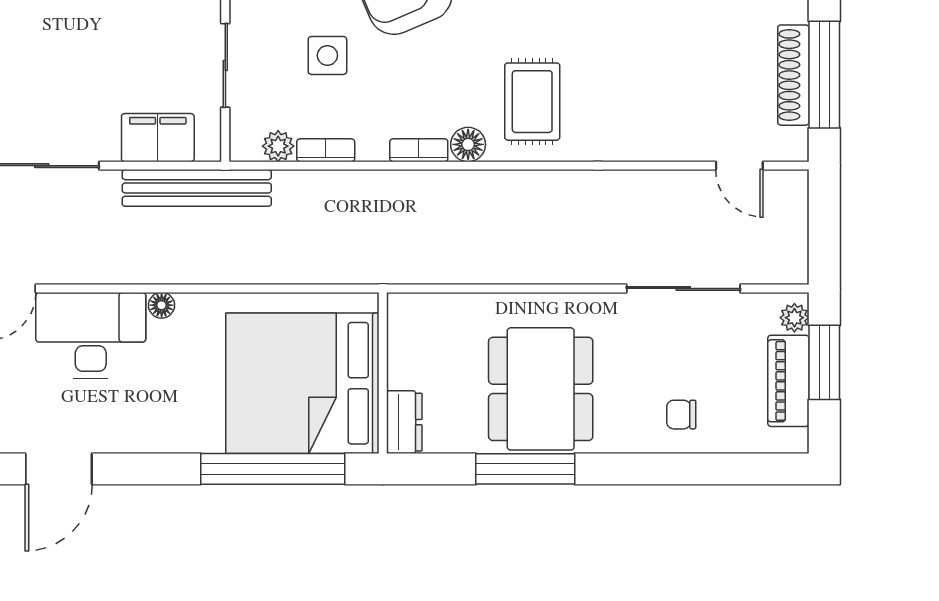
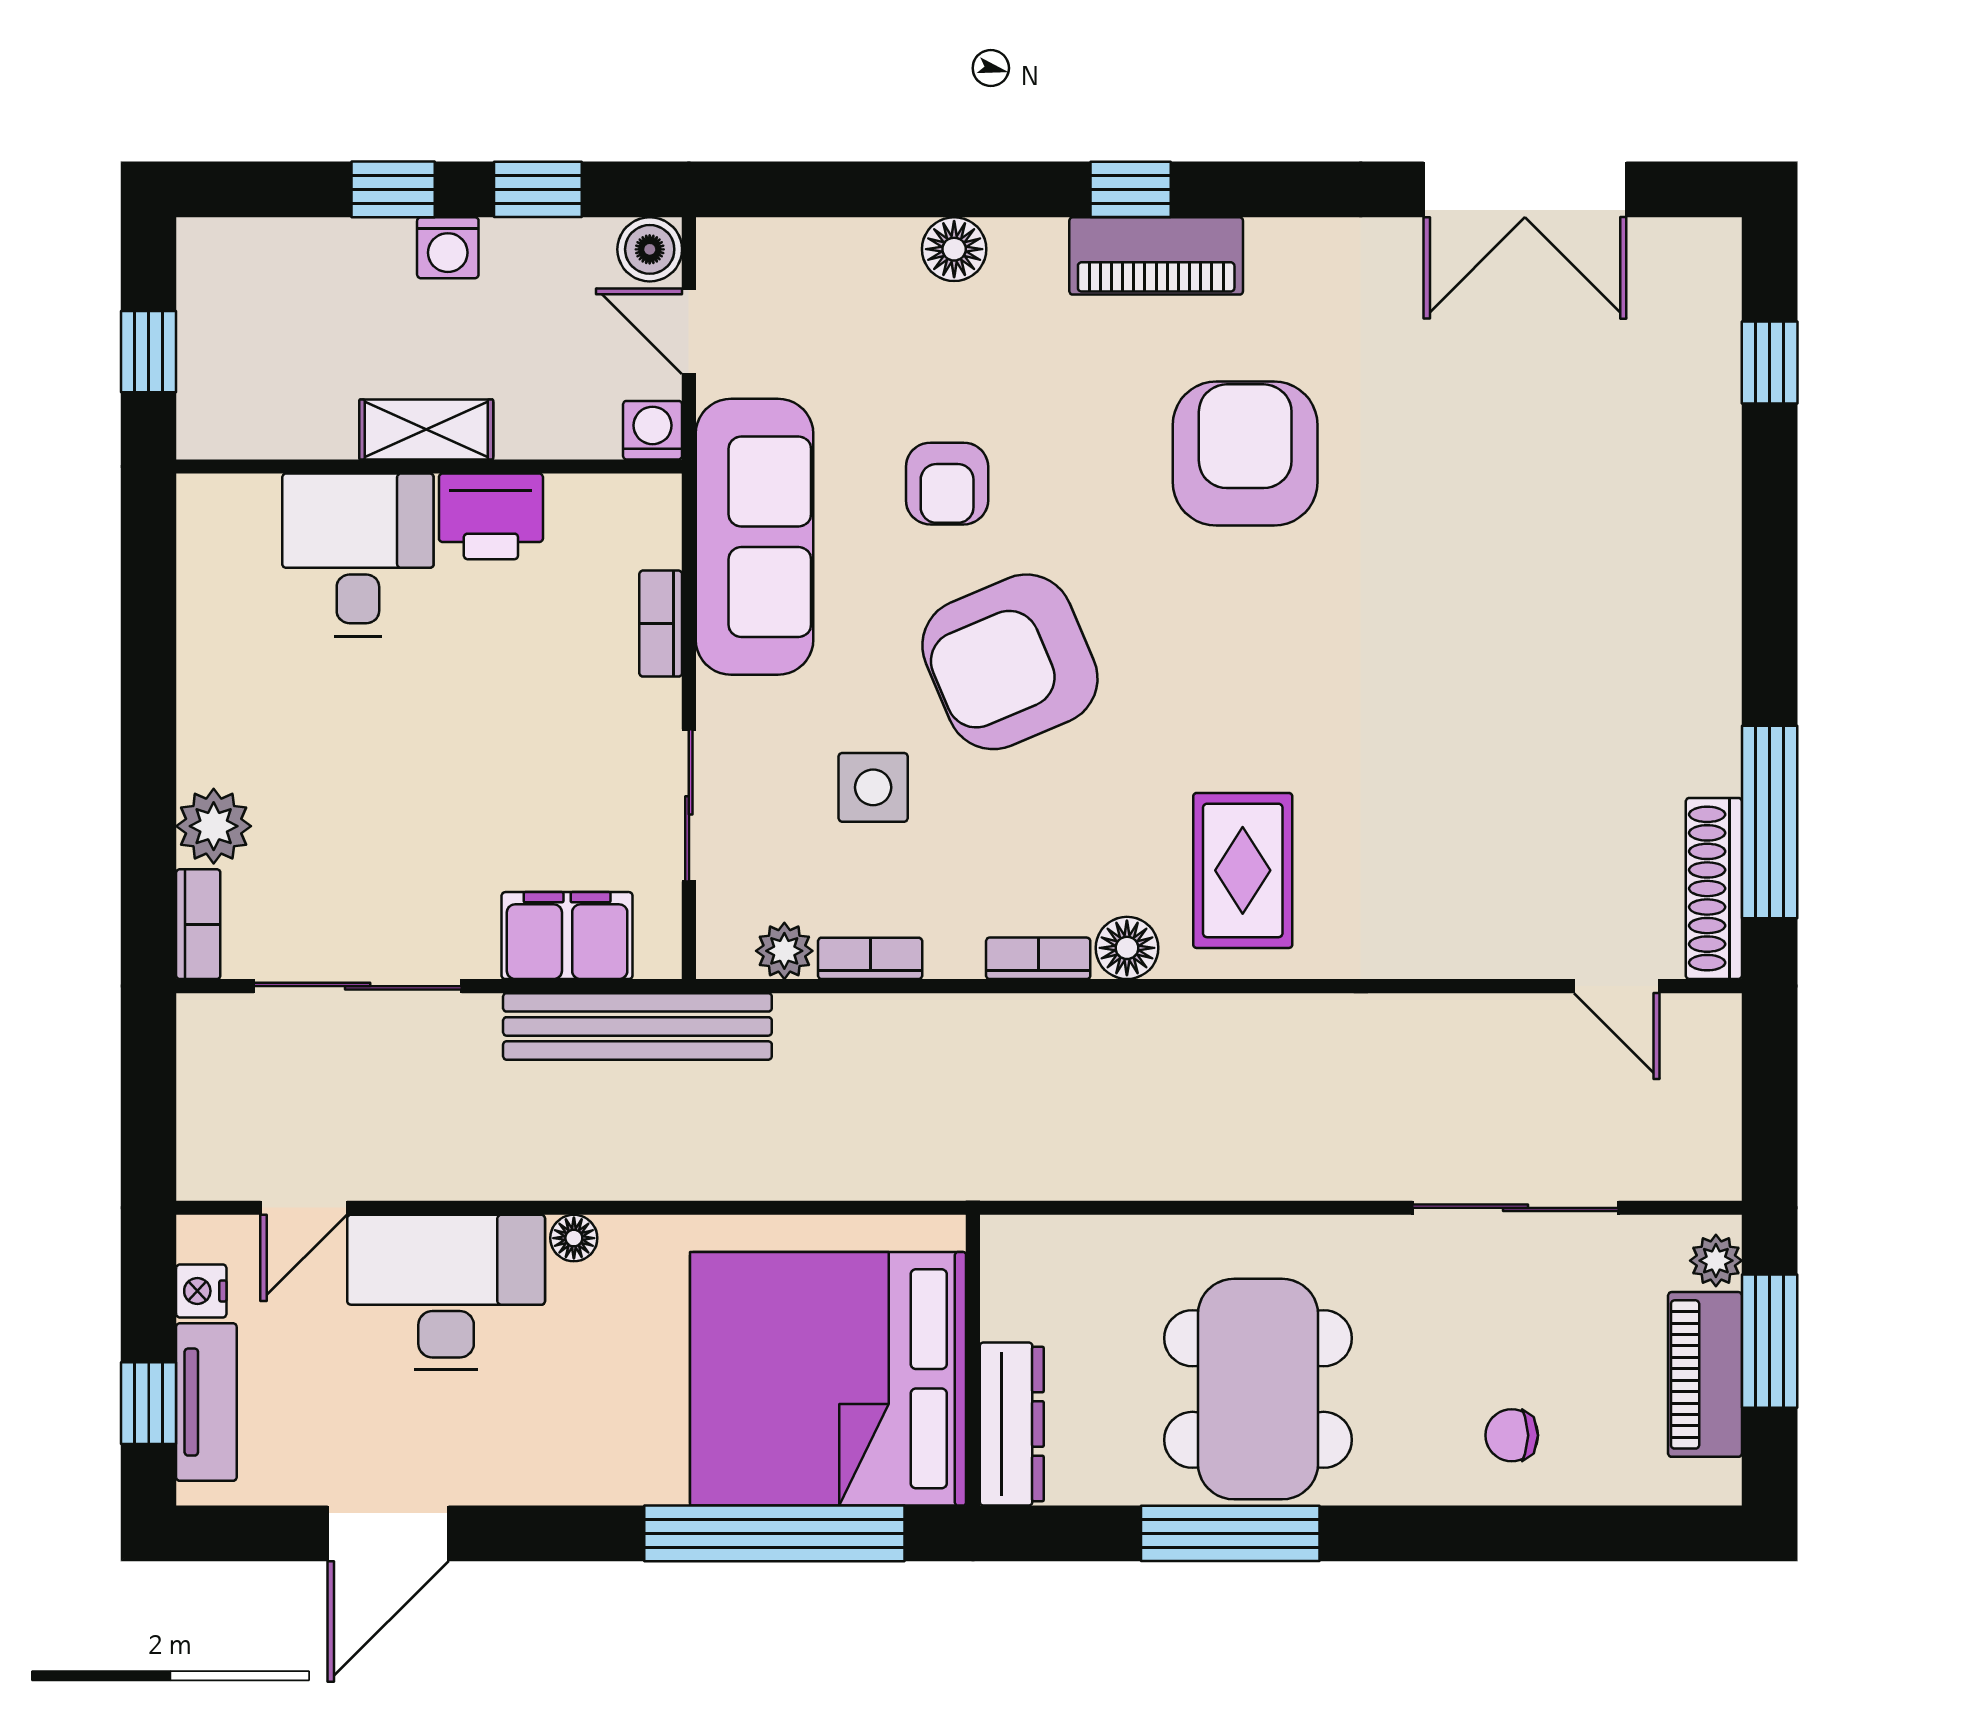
shoe rack: (793, 75) -> (1714, 888), moved
dresser: (404, 422) -> (1012, 1424), width x1.44

